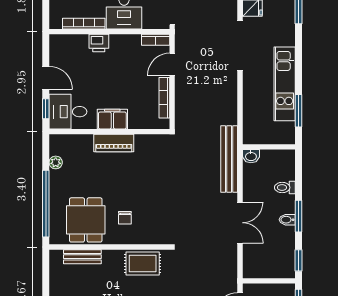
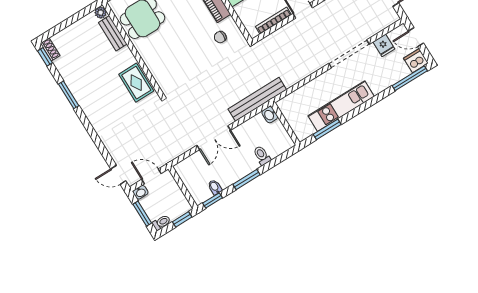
chair: (125, 218) -> (220, 37), moved
bidet: (287, 220) -> (215, 187), moved
plant: (56, 256) -> (101, 13), added

